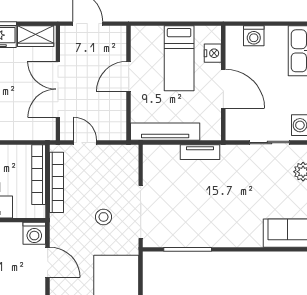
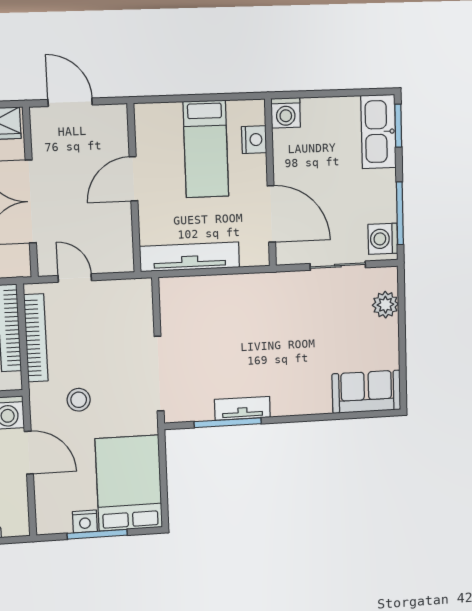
washing machine: (254, 36) -> (286, 113), moved
door: (223, 89) -> (271, 214), moved
tv unit: (200, 152) -> (242, 408), moved, turned 180
stool: (103, 217) -> (79, 400), moved

